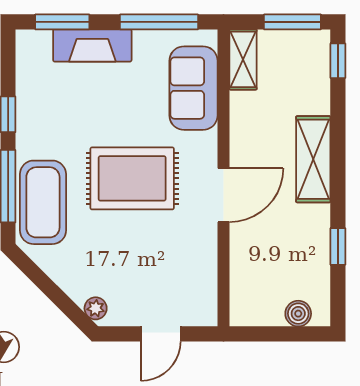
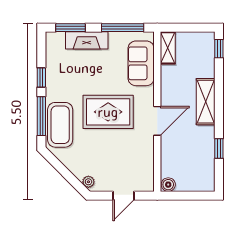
window: (292, 22) -> (194, 28), removed
boiler: (298, 314) -> (168, 185), moved

